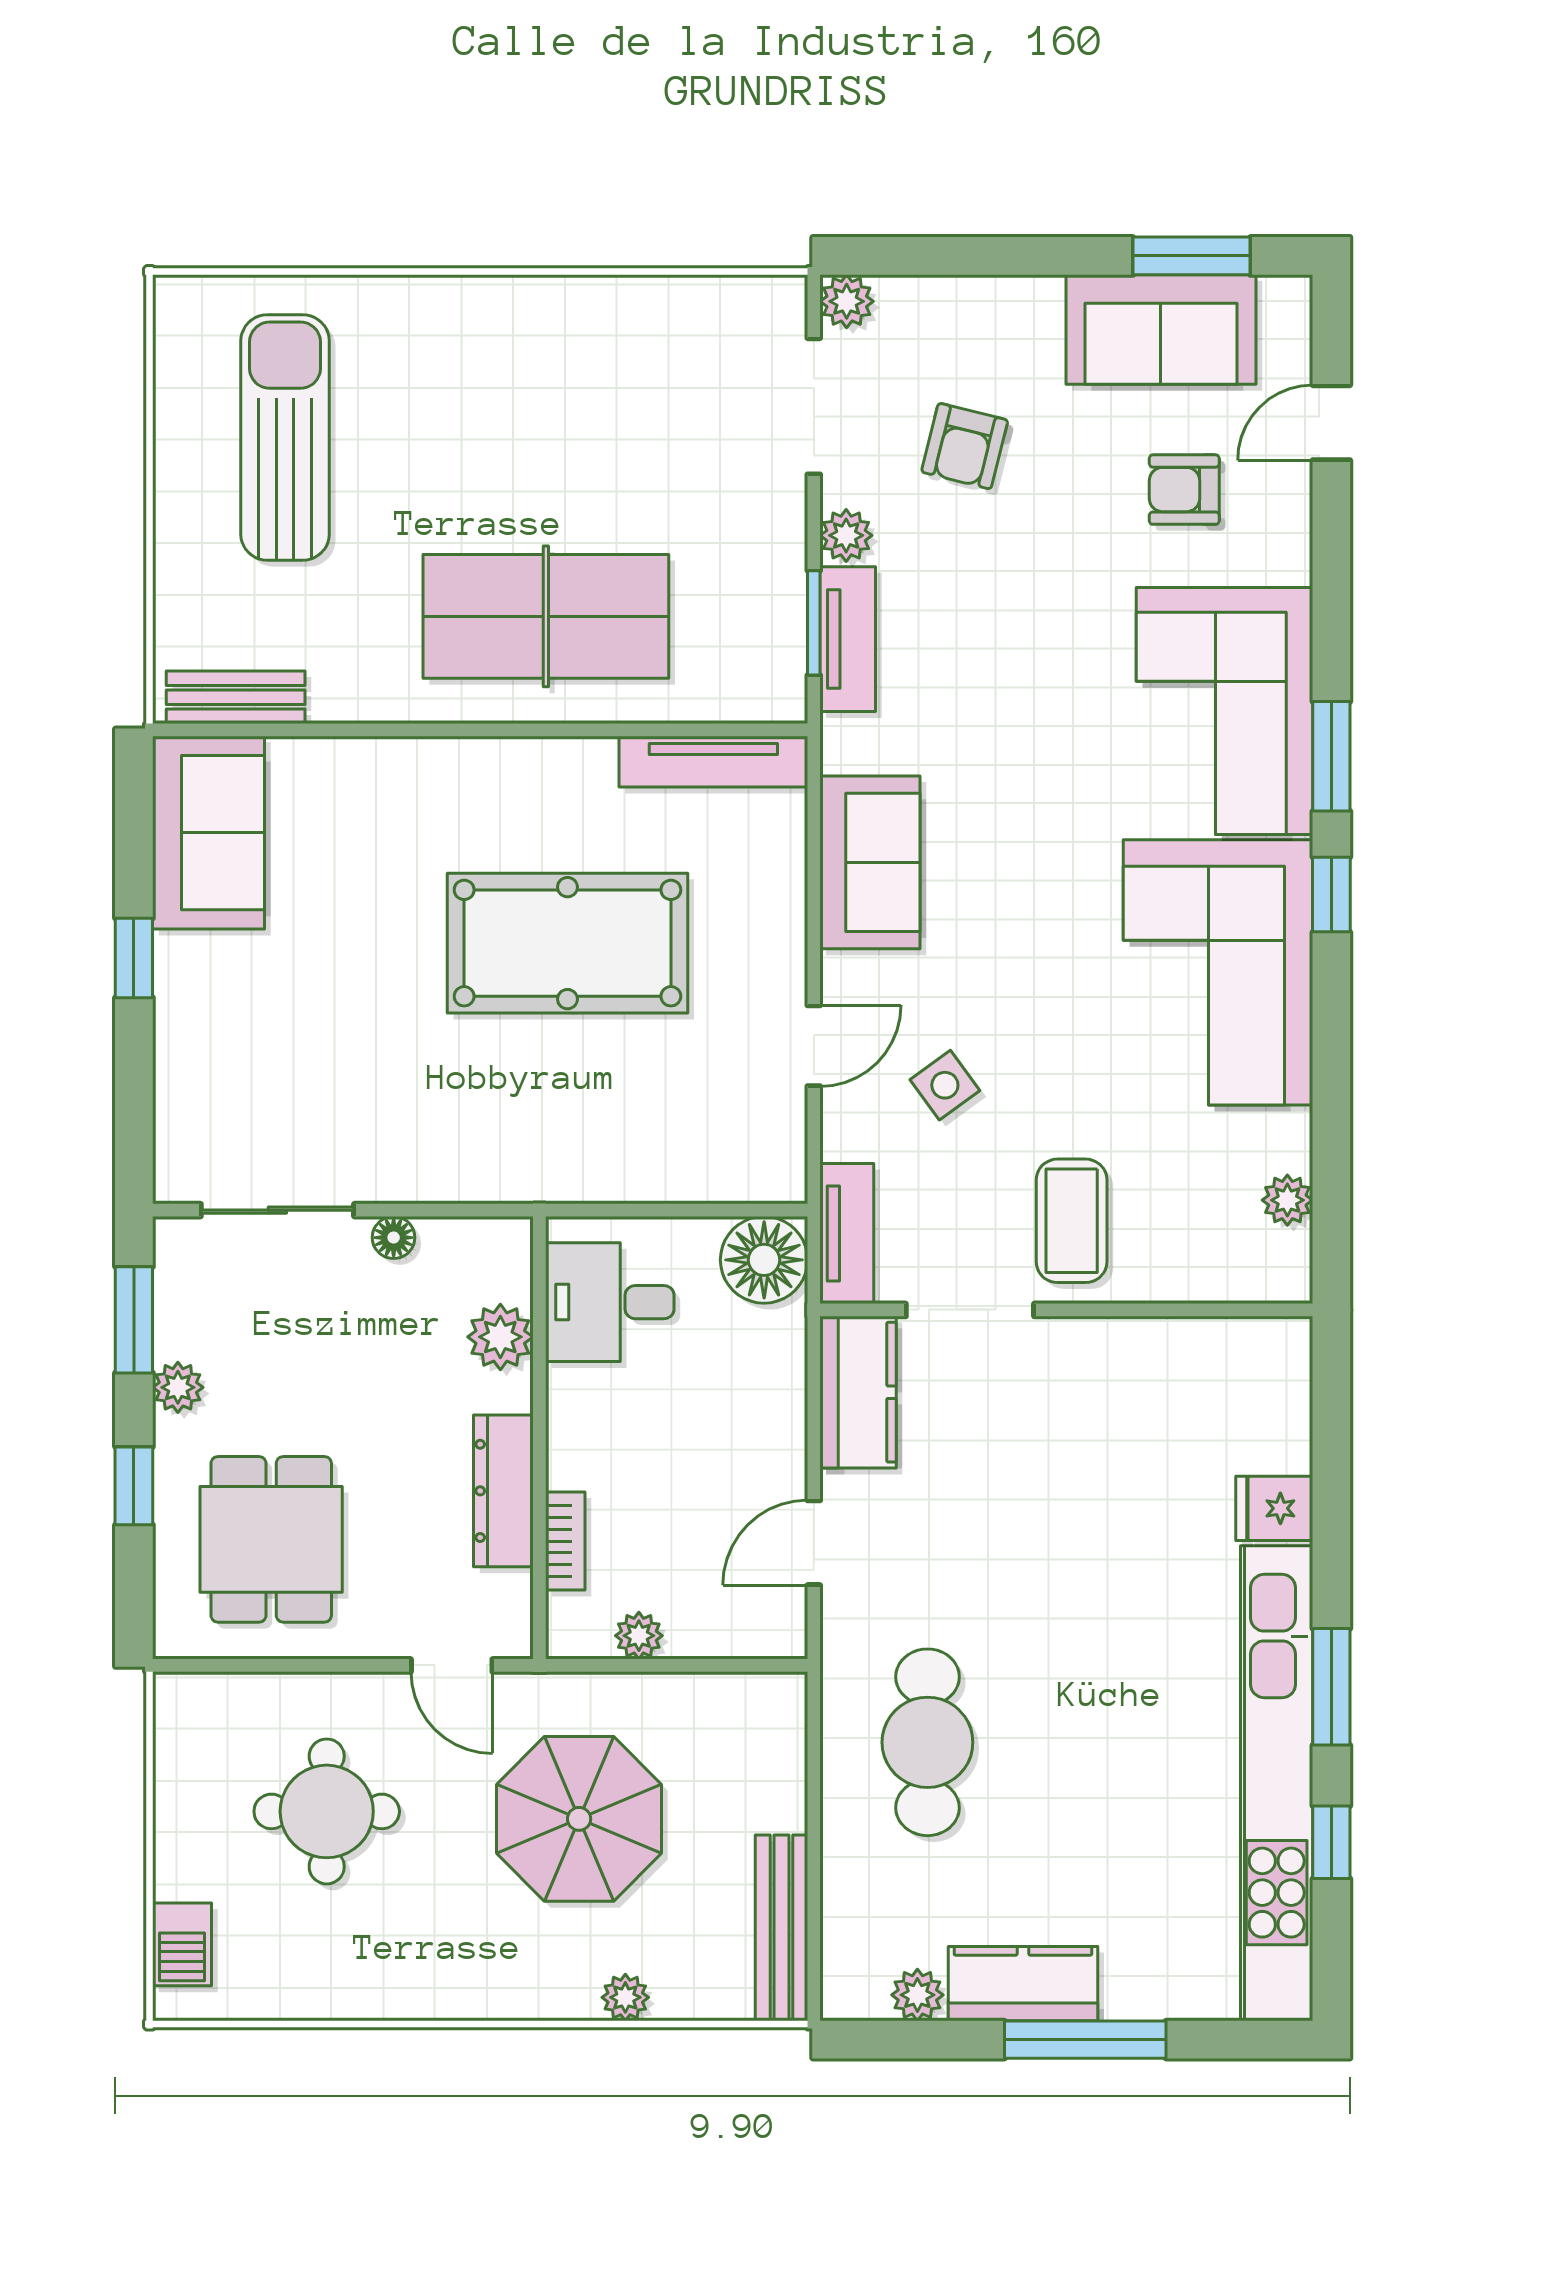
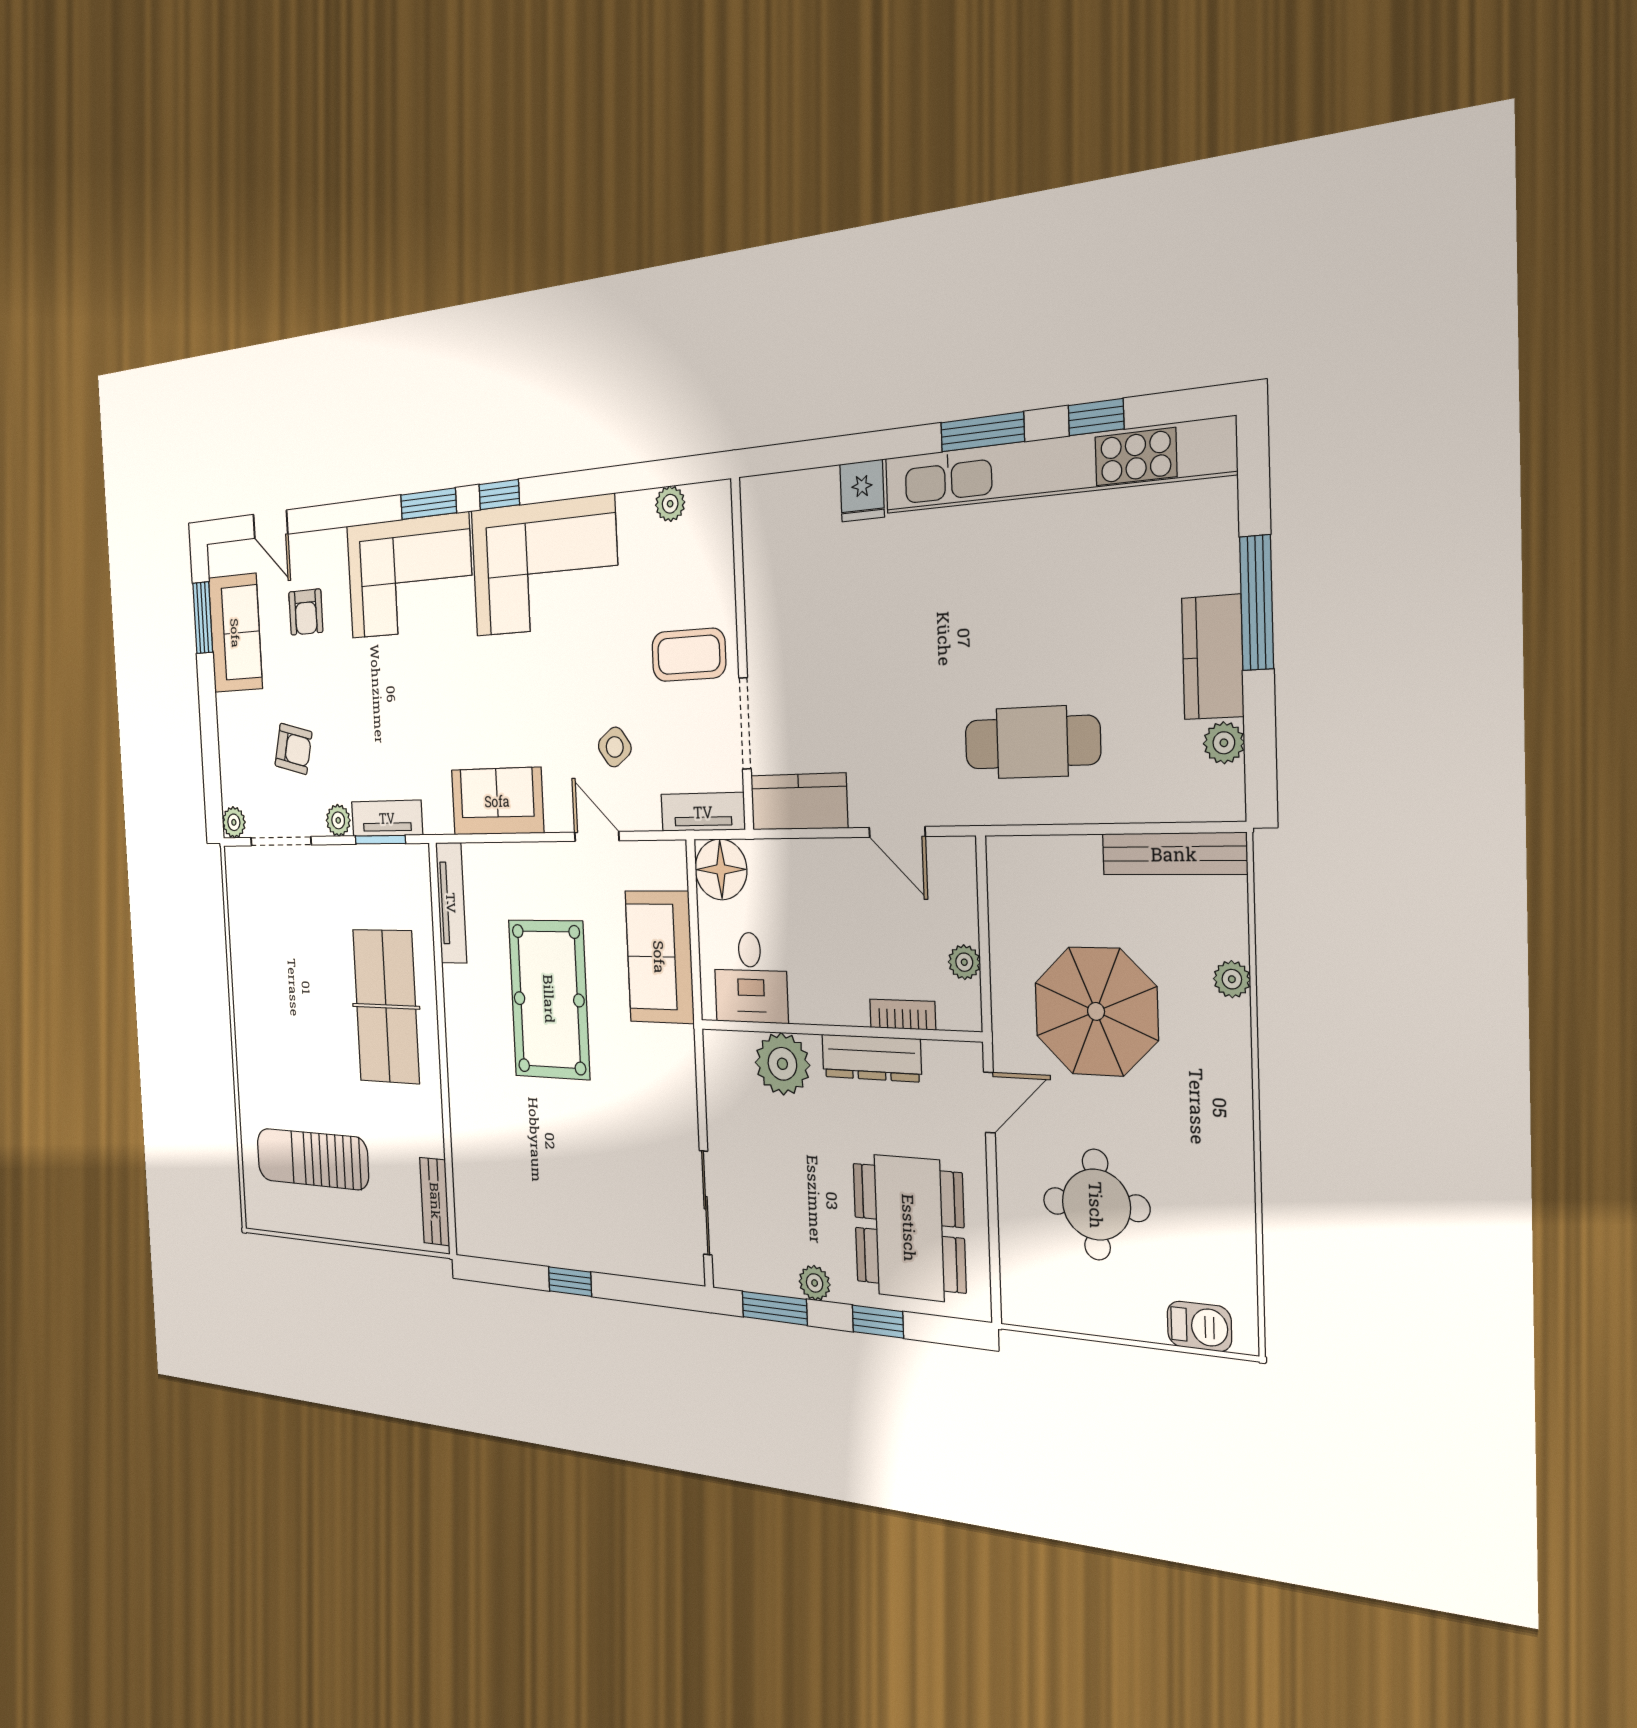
sofa: (208, 833) -> (659, 957), moved, turned -90
floor lamp: (394, 1238) -> (718, 1125), removed
plant: (500, 1337) -> (782, 1064), width x1.36, depth x1.36
dining table: (271, 1539) -> (909, 1228), width x1.38

